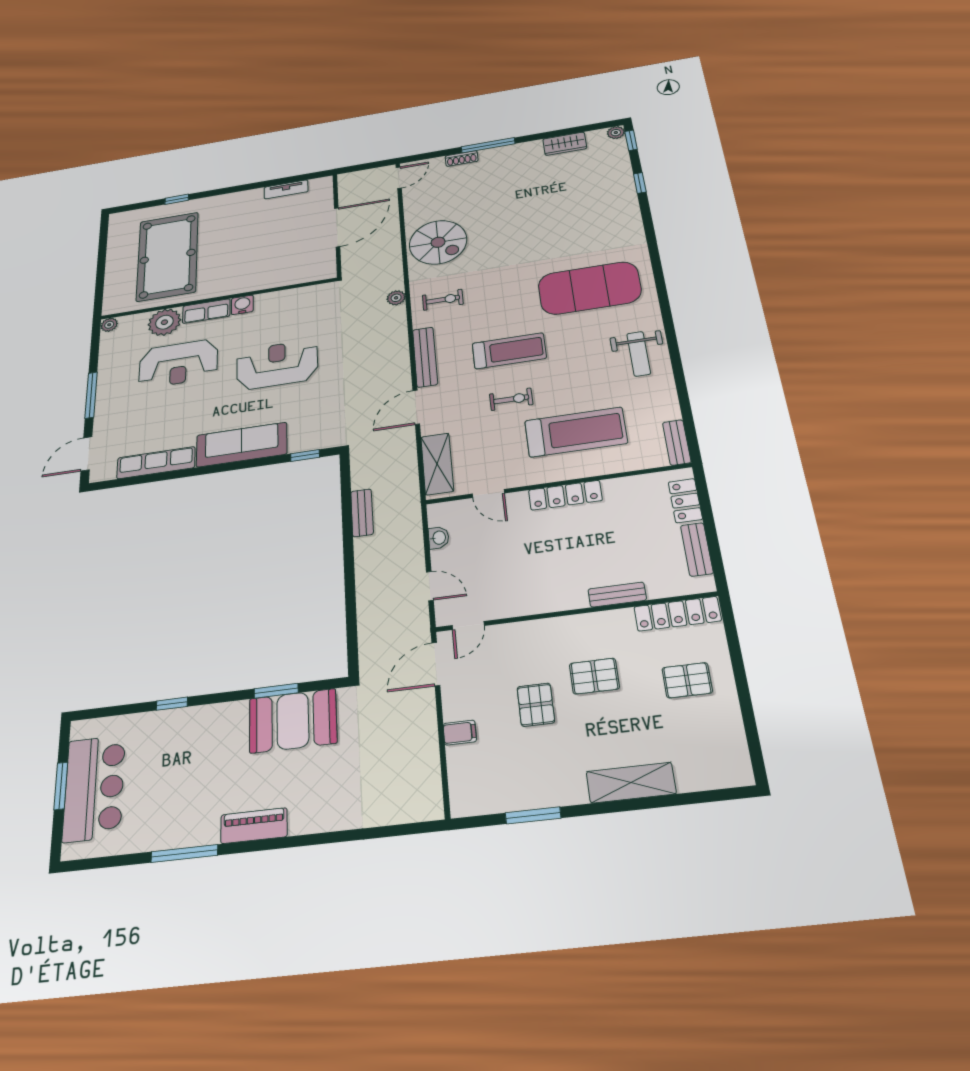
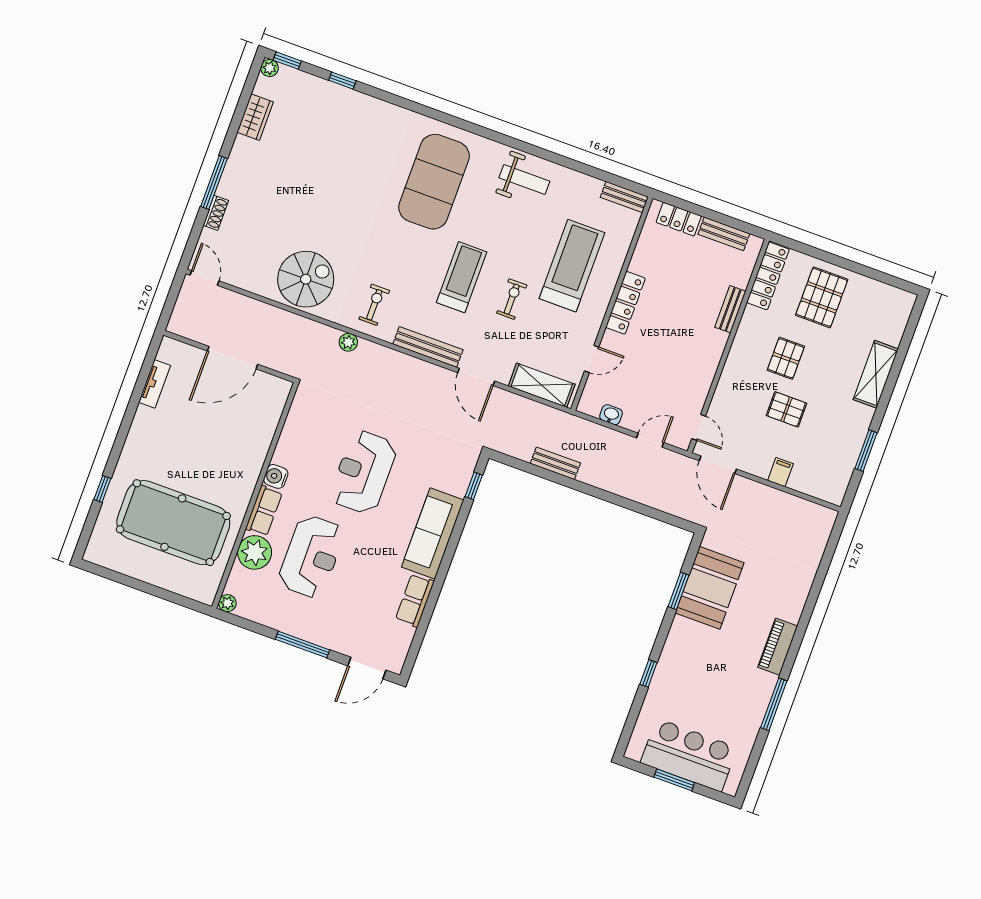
door: (337, 227) -> (232, 358), swing flipped
door: (87, 454) -> (367, 668), hinge flipped
row of seats: (156, 463) -> (415, 600), width x0.68
pallet: (687, 680) -> (822, 297), width x1.50, depth x1.42

